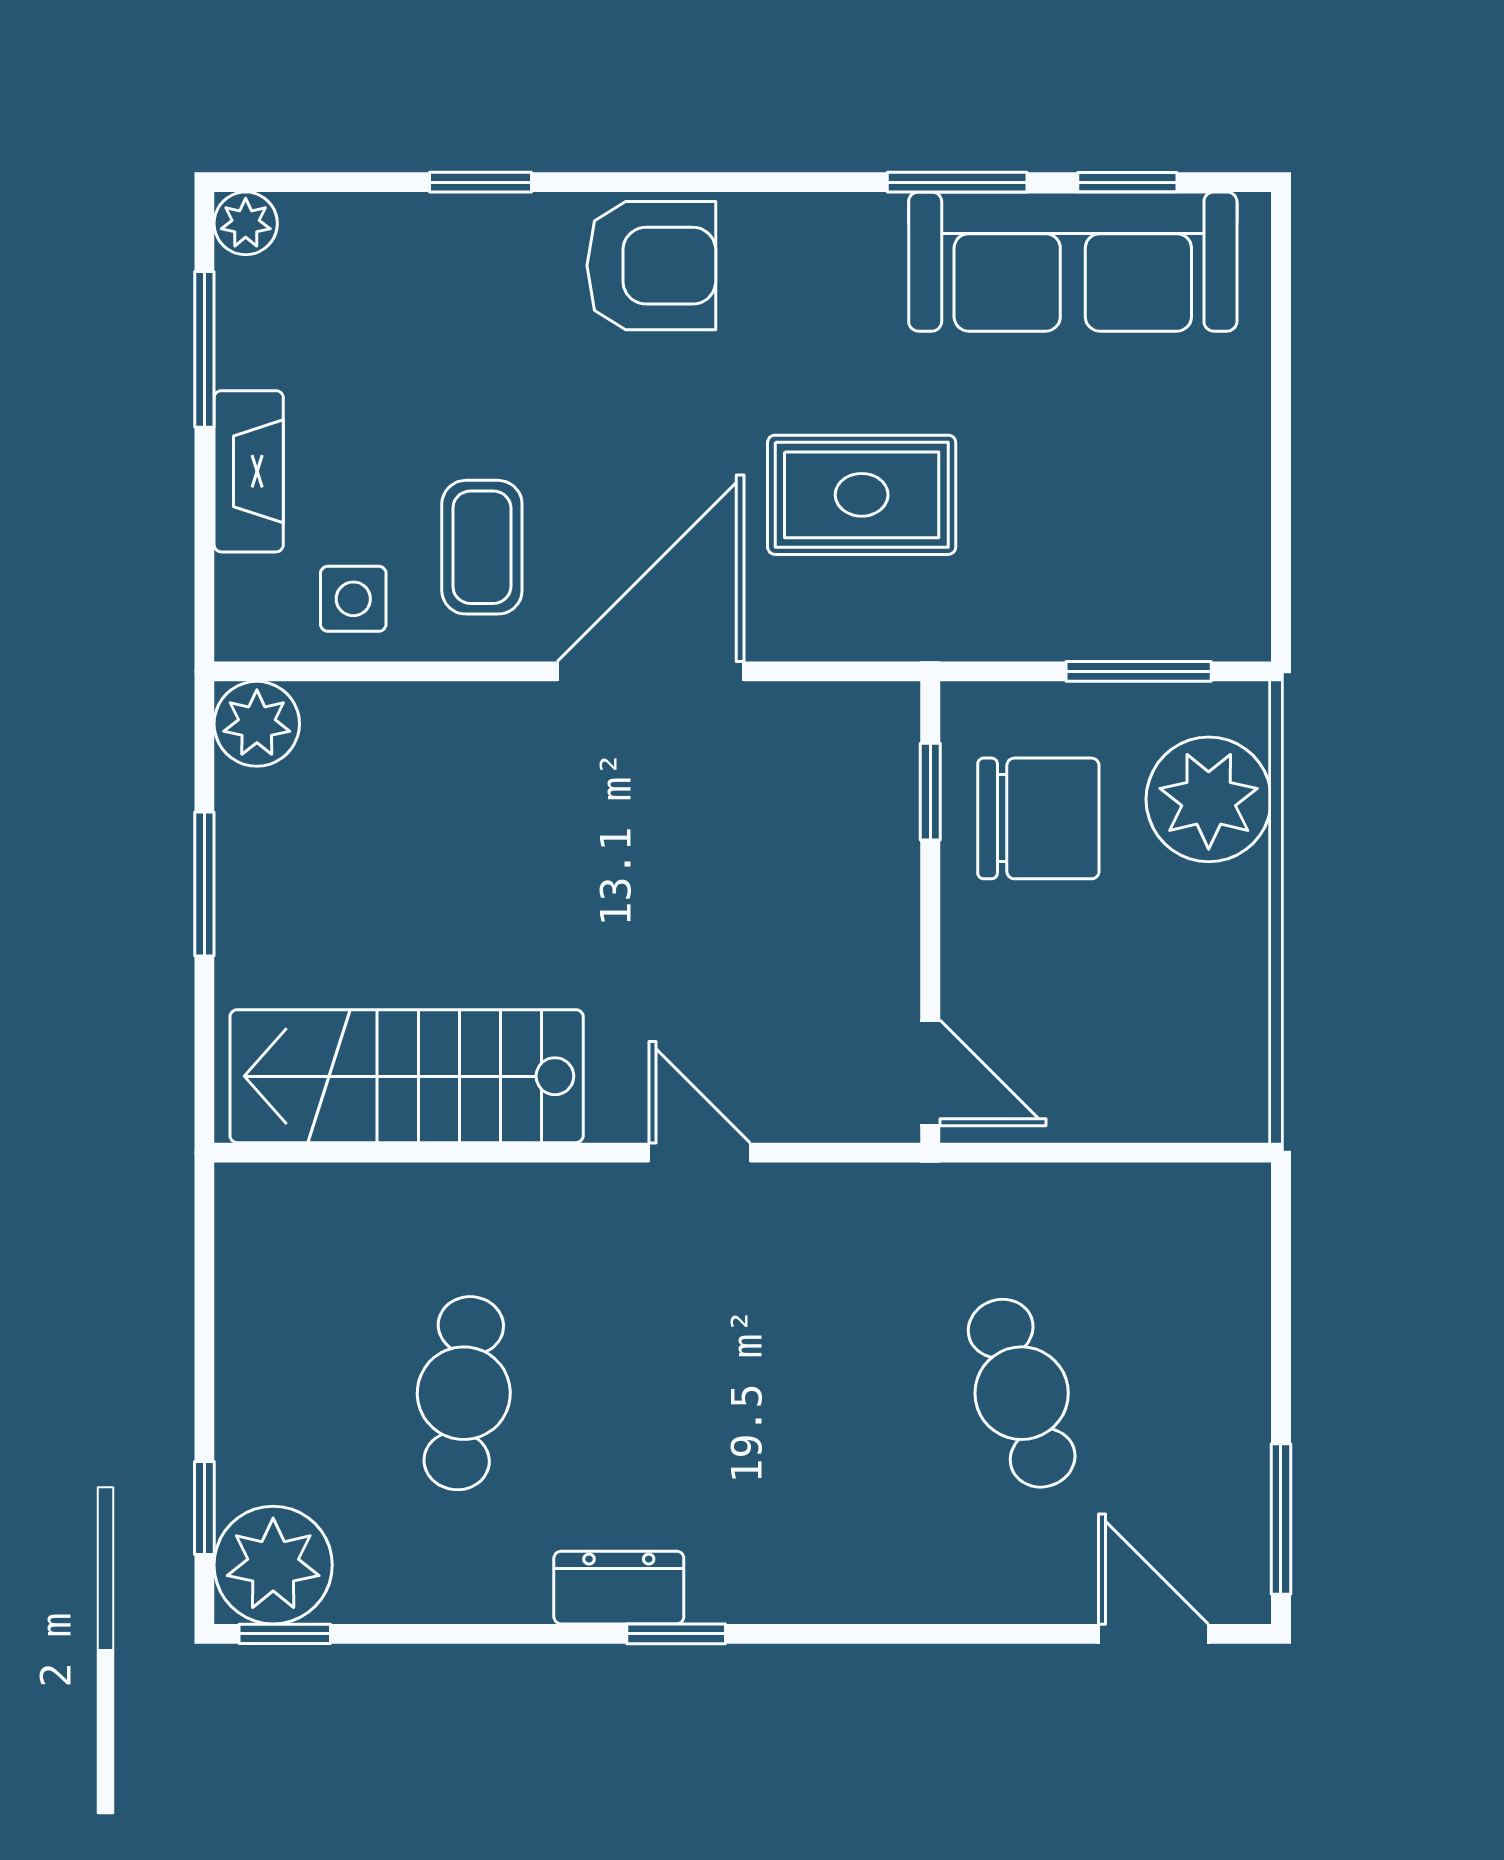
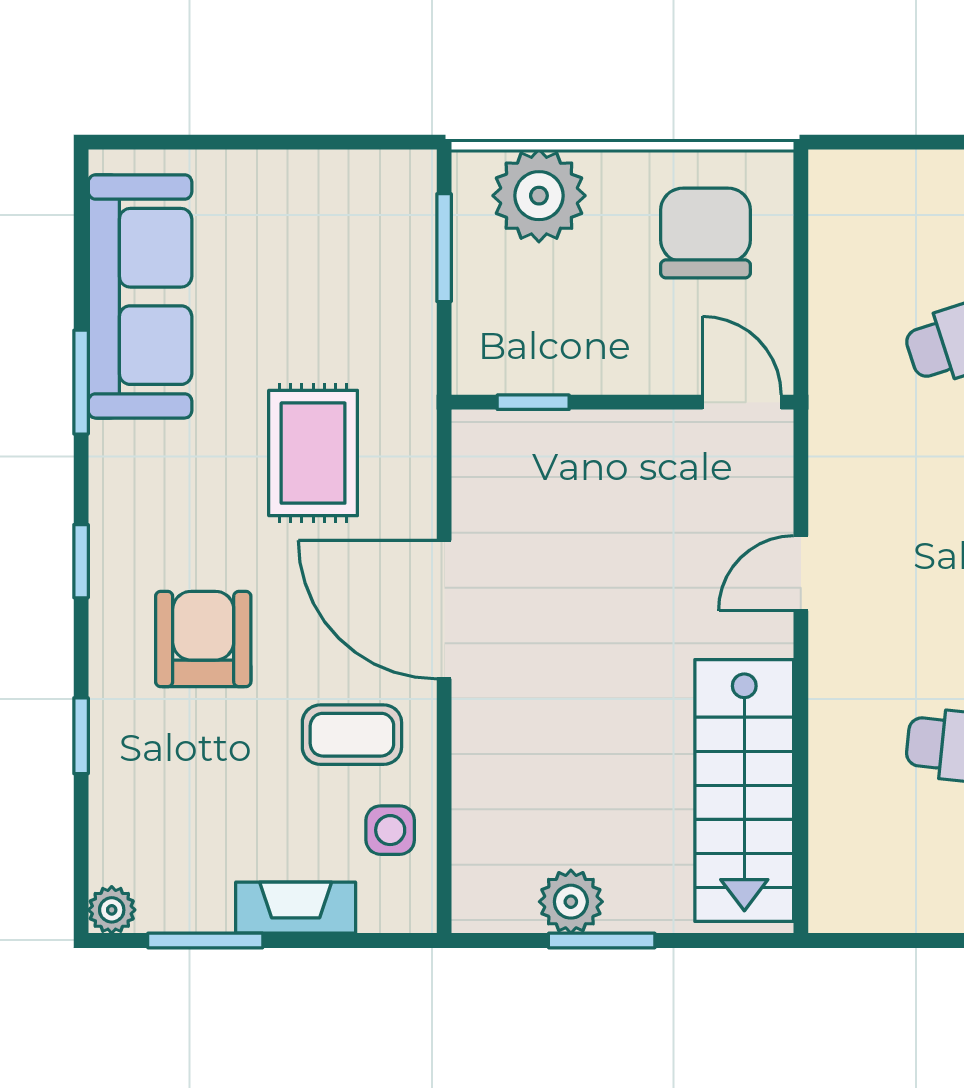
window: (1127, 182) -> (81, 561), moved
armchair: (651, 266) -> (203, 639), moved
plant: (257, 724) -> (571, 902), moved
chair: (1038, 818) -> (705, 233), moved
door: (930, 1073) -> (742, 402), hinge flipped

